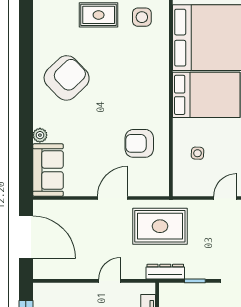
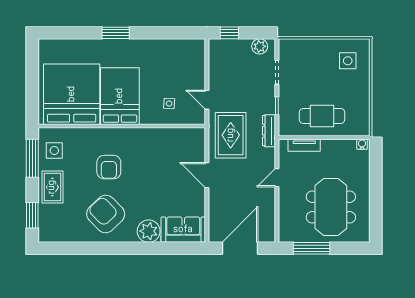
plant: (40, 135) -> (149, 231), width x1.88, depth x1.88
armchair: (139, 143) -> (109, 167), moved
door: (225, 198) -> (207, 100), moved
door: (110, 281) -> (277, 178), hinge flipped

